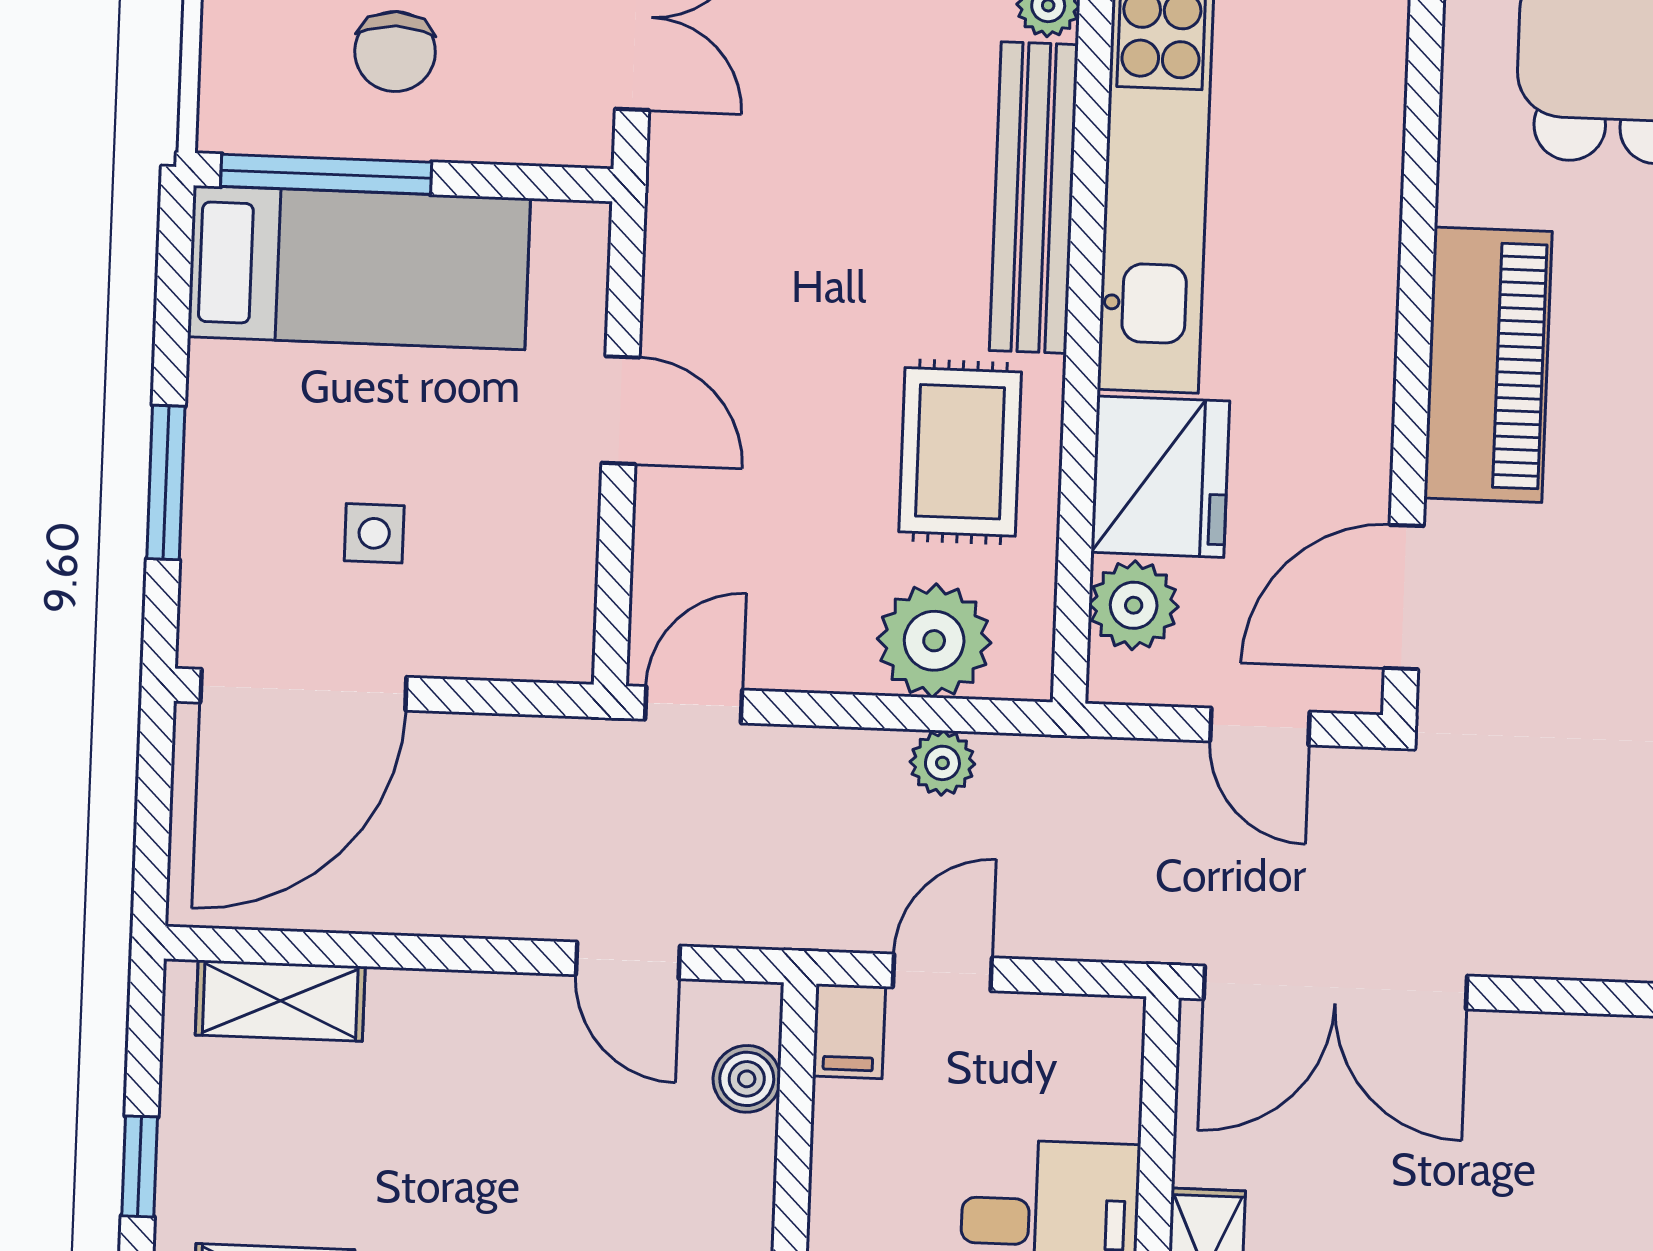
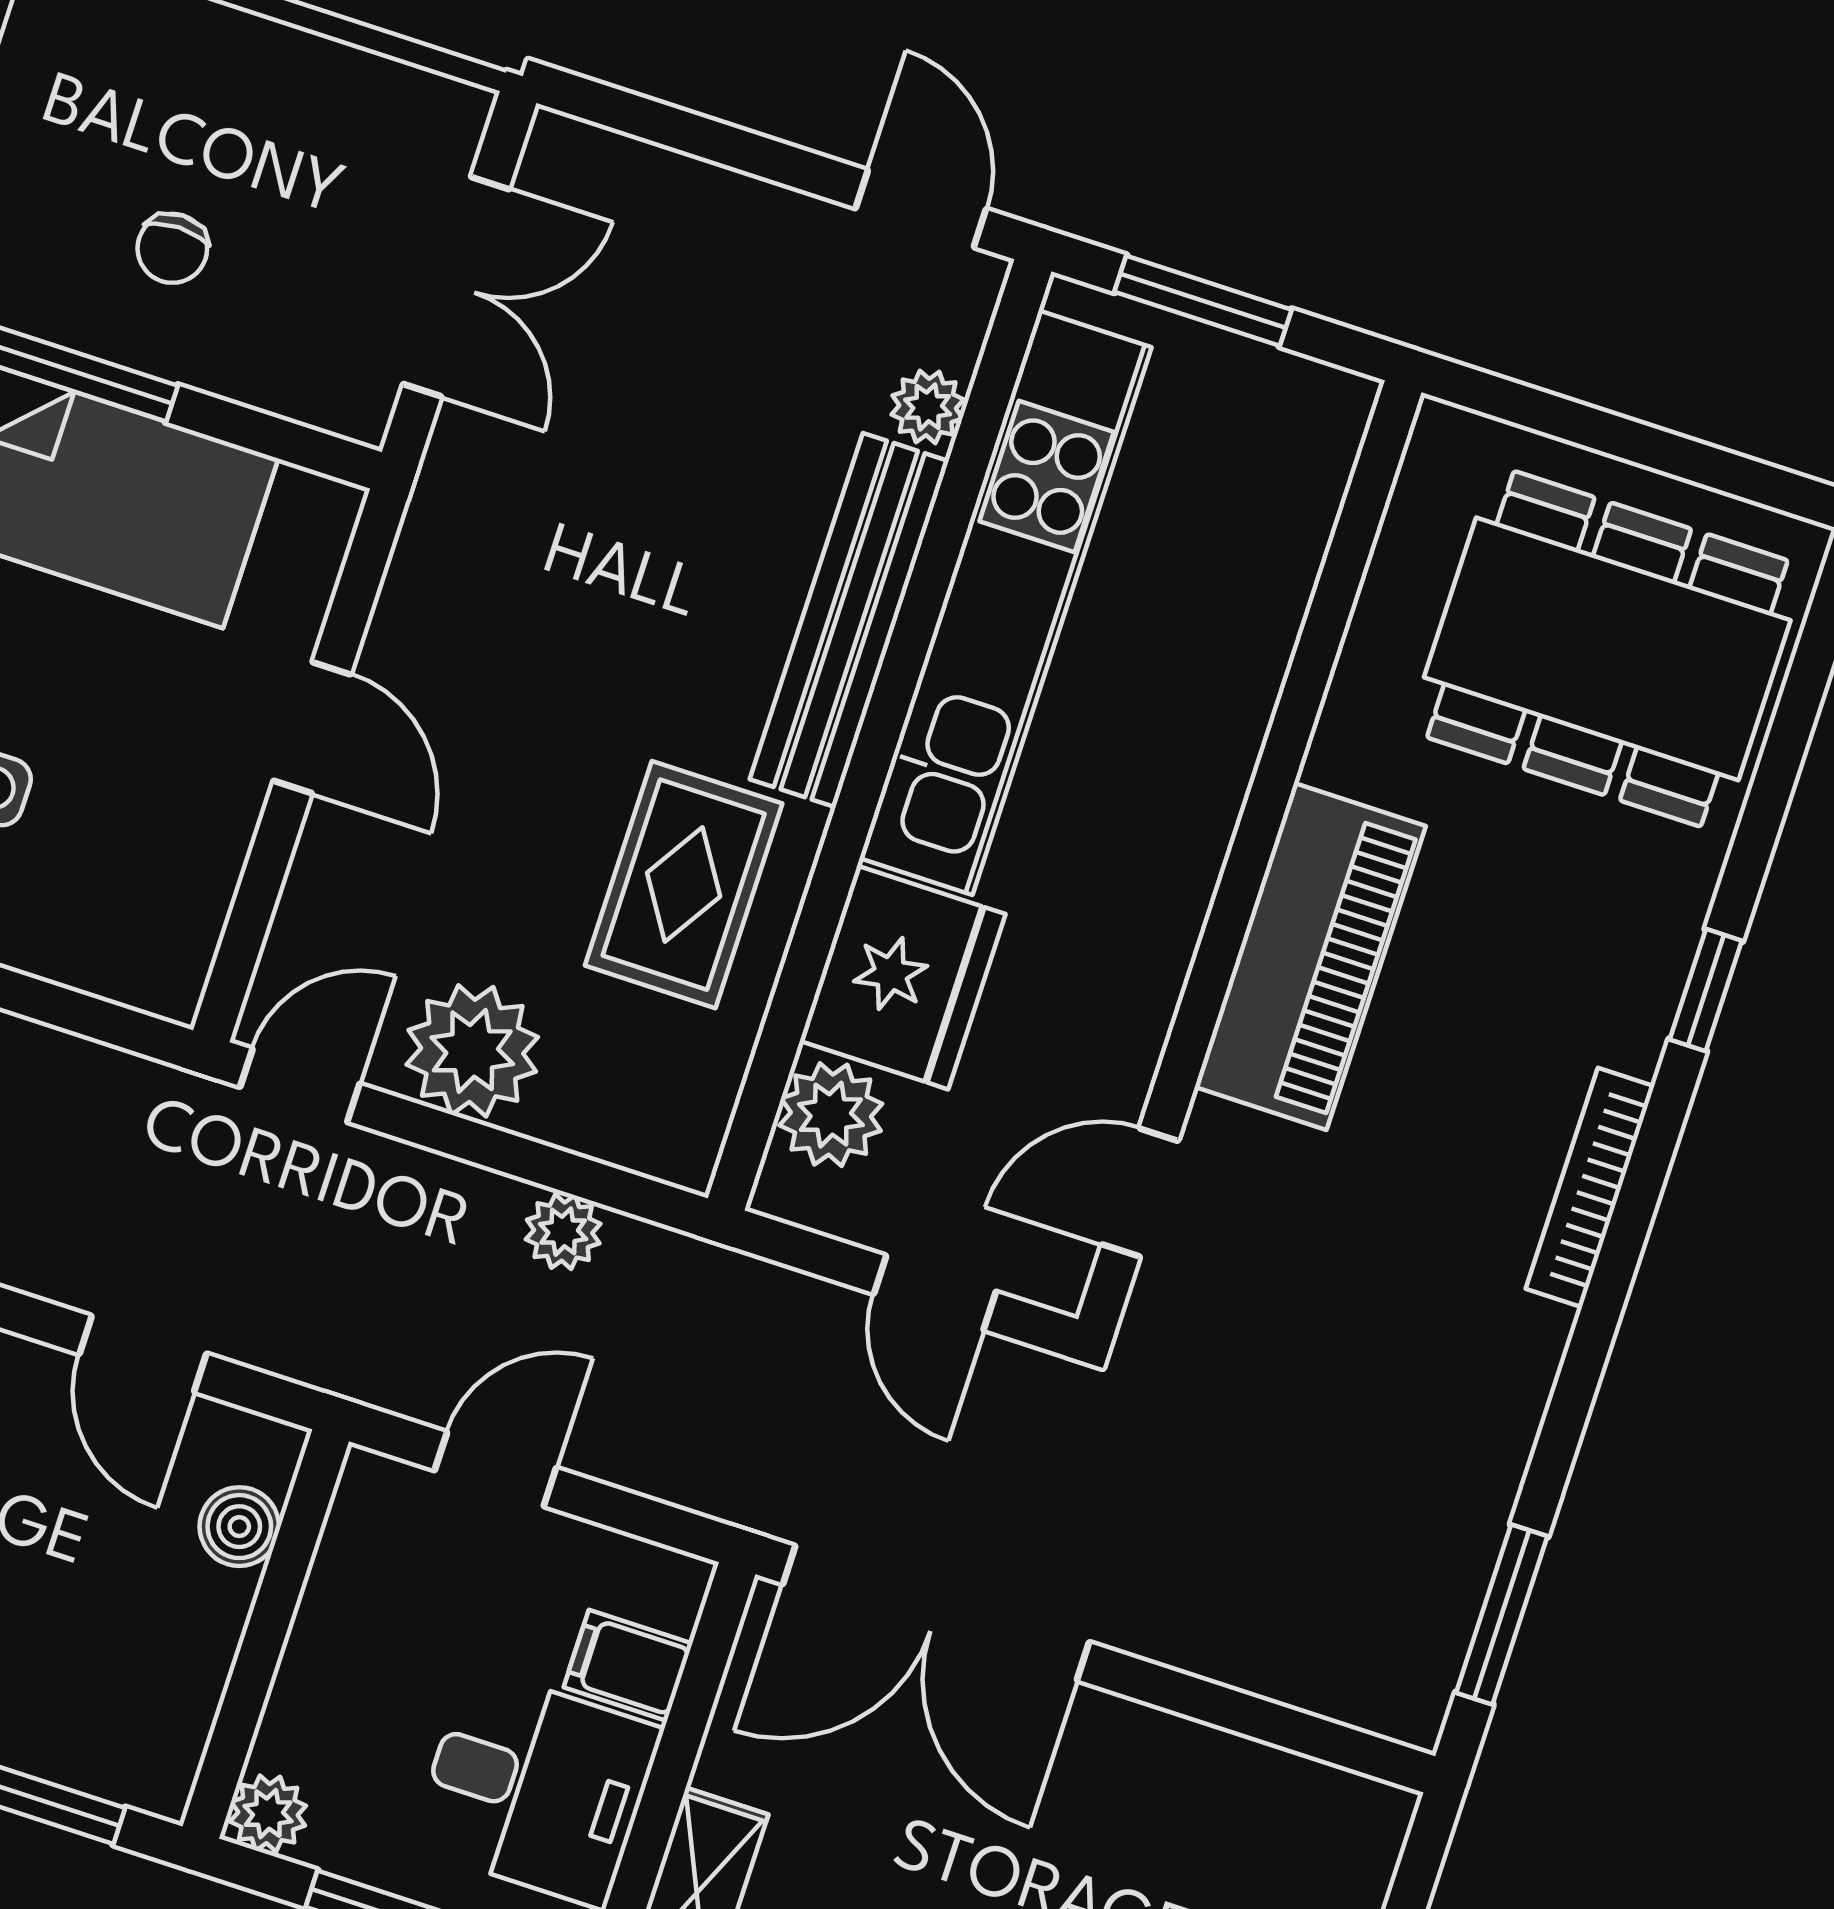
chair: (395, 51) -> (172, 248), width x0.73, depth x0.73
door: (1404, 597) -> (1140, 1193), width x0.73
plant: (934, 641) -> (472, 1051), moved
filing cabinet: (849, 1031) -> (628, 1665), moved, turned 90

